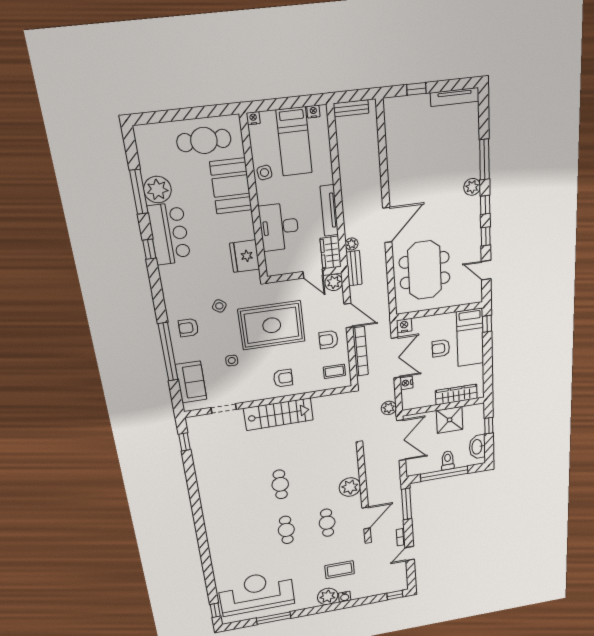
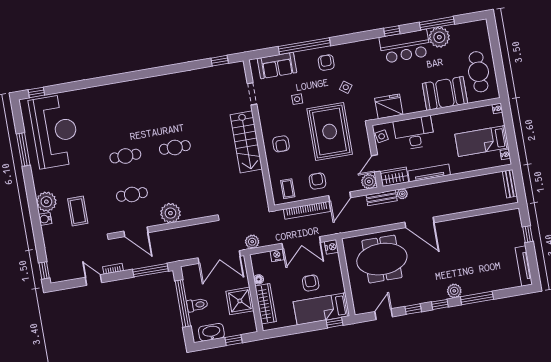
side table: (264, 173) -> (382, 136), moved
floor lamp: (430, 401) -> (259, 279), added

